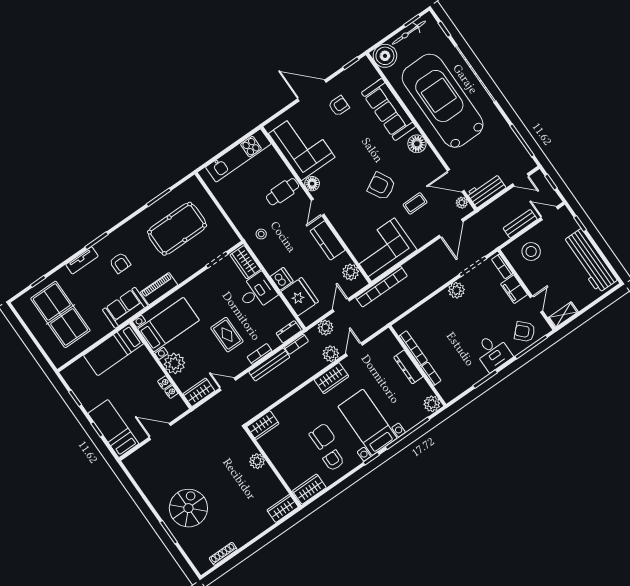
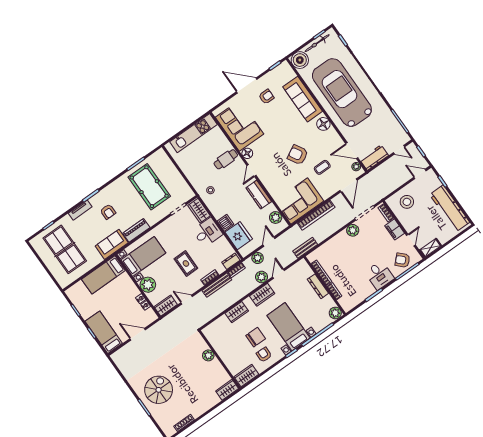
bench: (520, 224) -> (305, 248), moved
pool table: (177, 229) -> (149, 187), turned 90
bookcase: (381, 287) -> (316, 215), moved
wardrobe: (263, 425) -> (237, 312), moved

